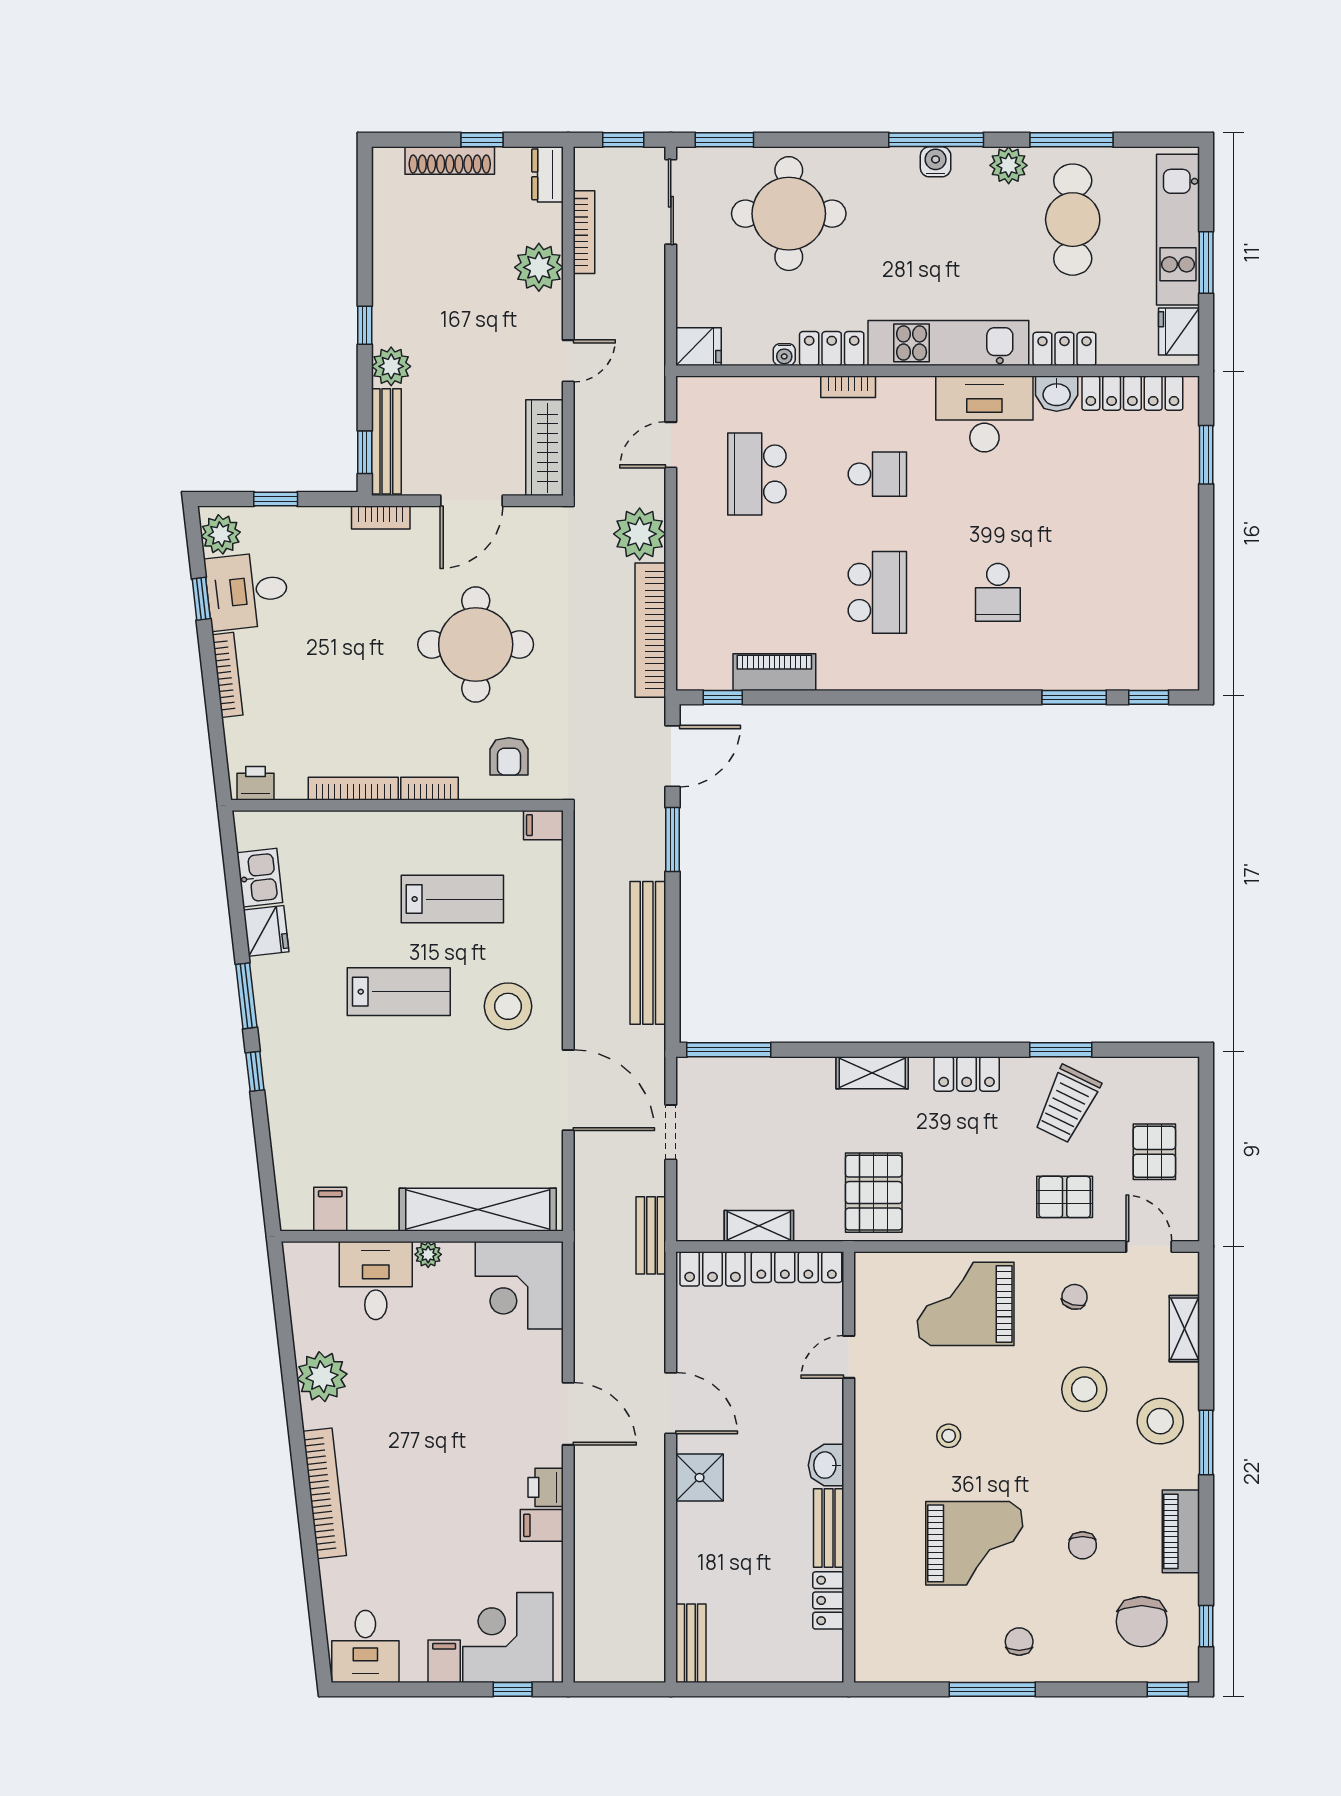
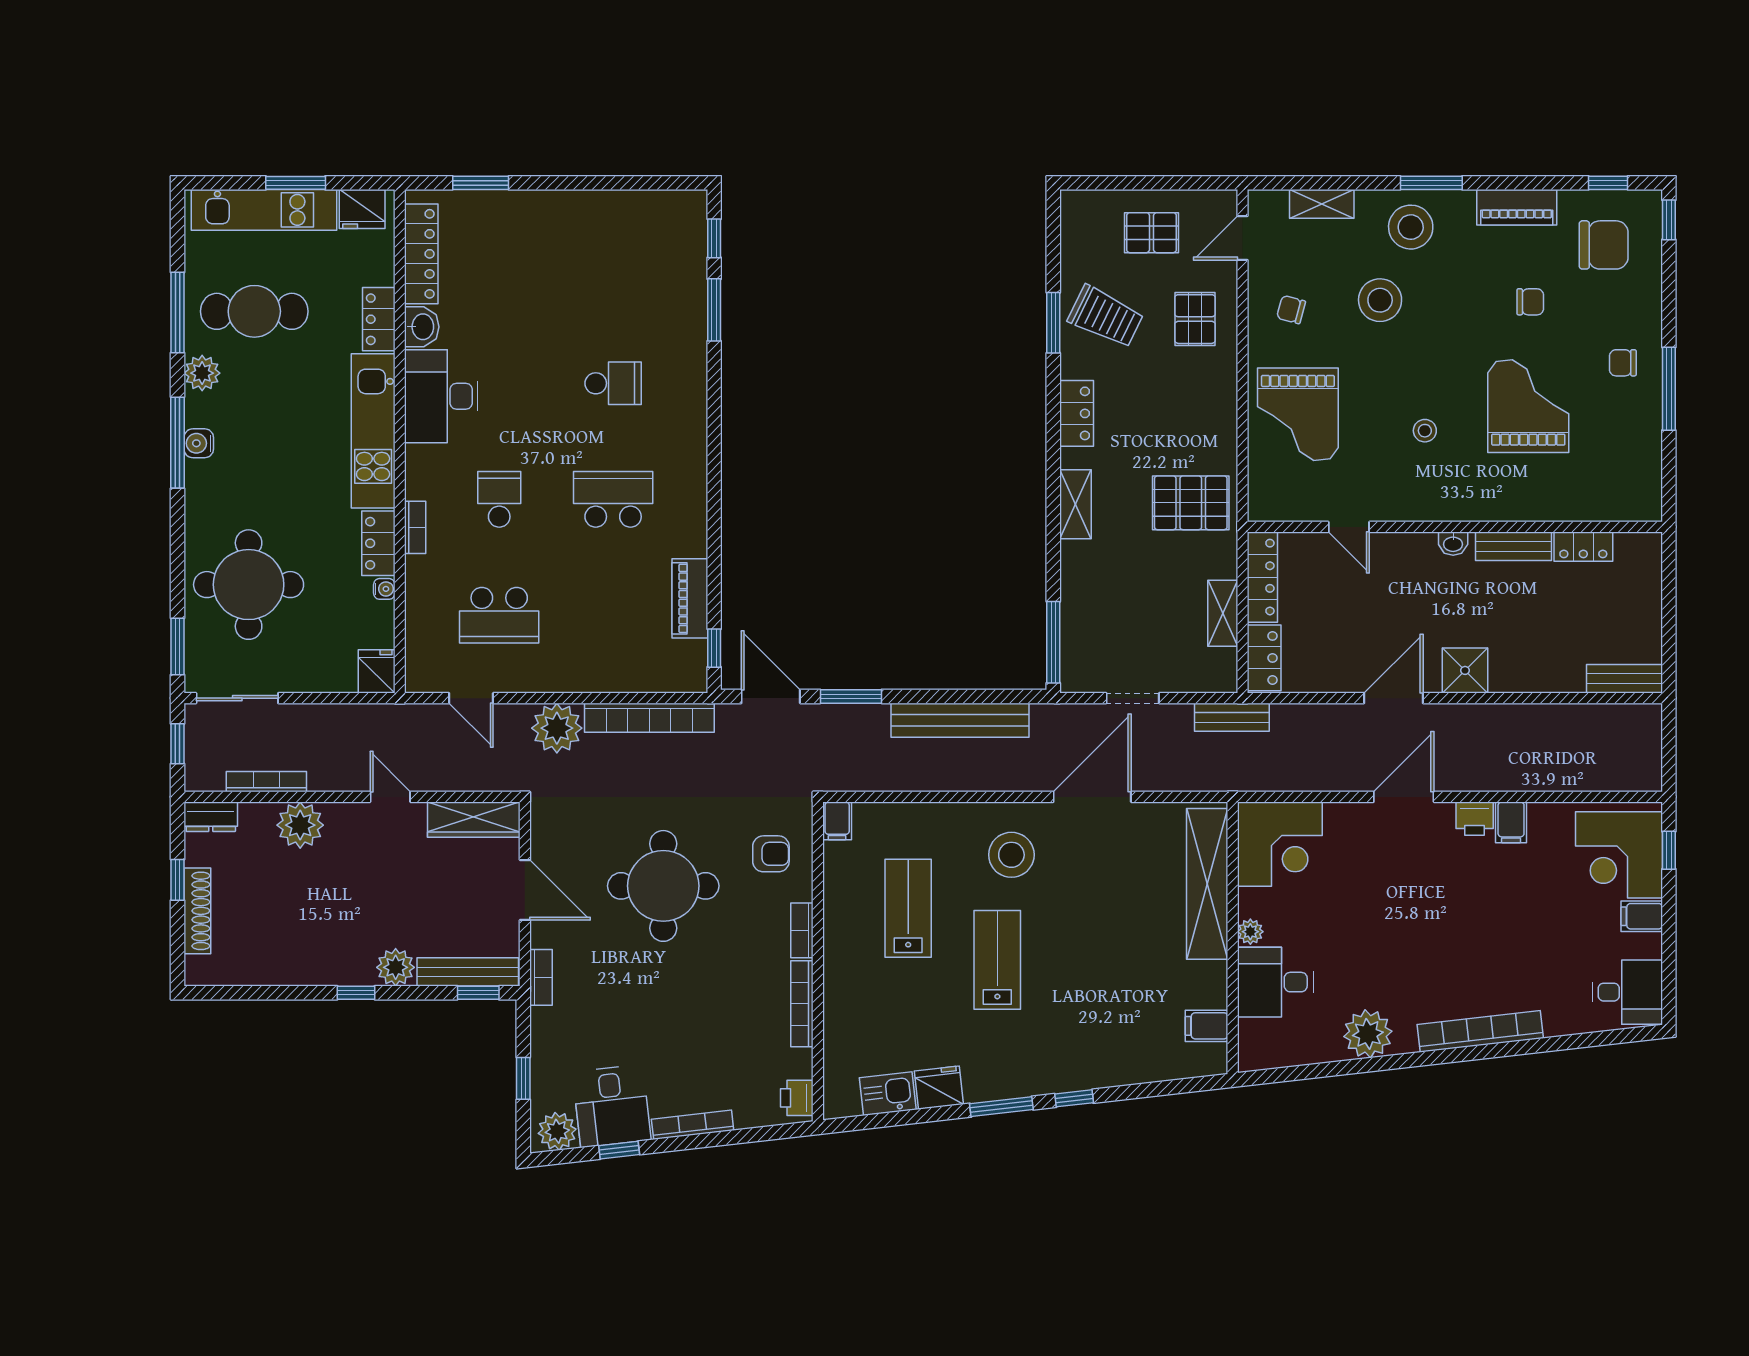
washbasin: (826, 1465) -> (1453, 544), width x0.72, depth x0.69

